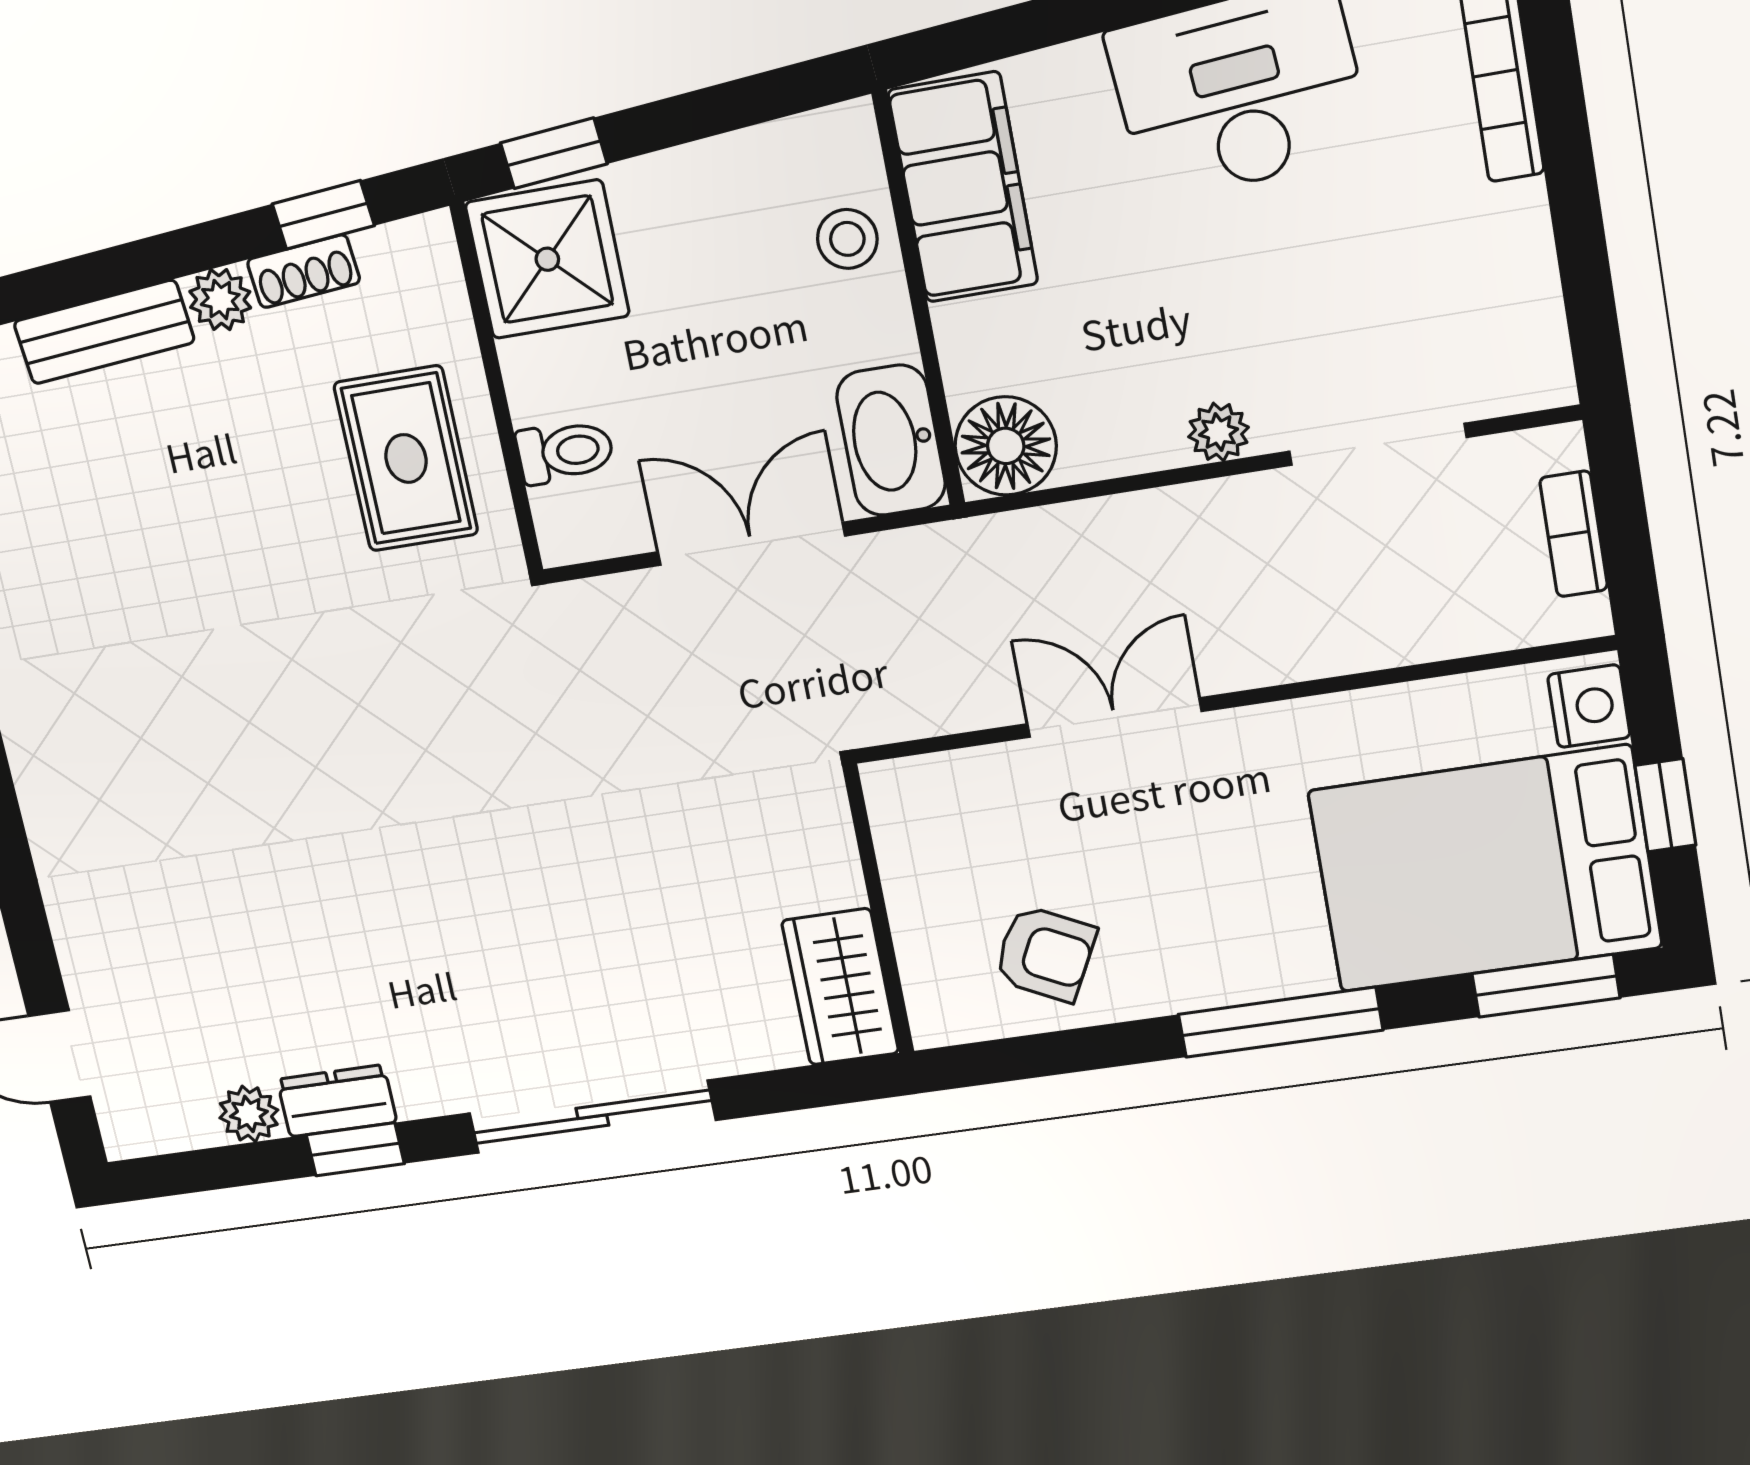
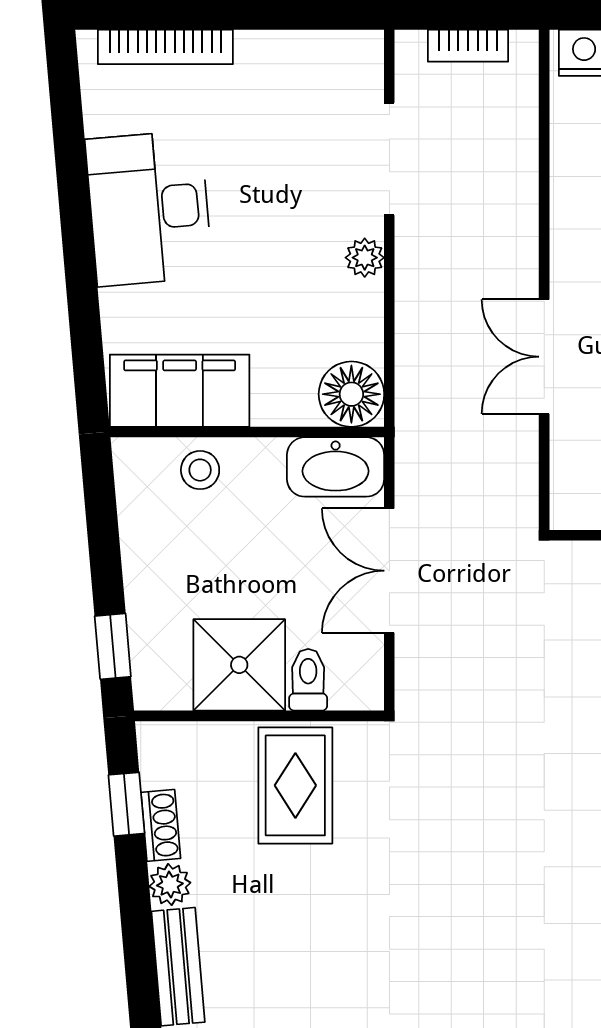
shower: (547, 259) -> (239, 665), moved
rug: (406, 458) -> (295, 785), turned 90

